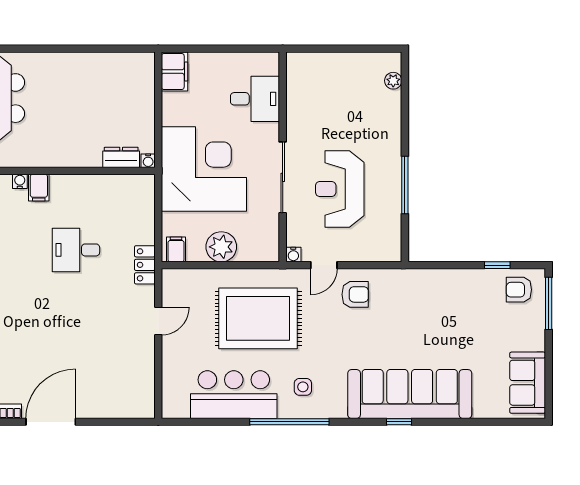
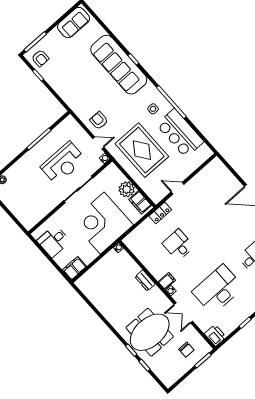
desk: (255, 99) -> (54, 241), moved, turned -90
dresser: (121, 157) -> (145, 280), moved
filing cabinet: (176, 249) -> (140, 202), width x2.00
desk: (76, 250) -> (178, 245), turned 180

